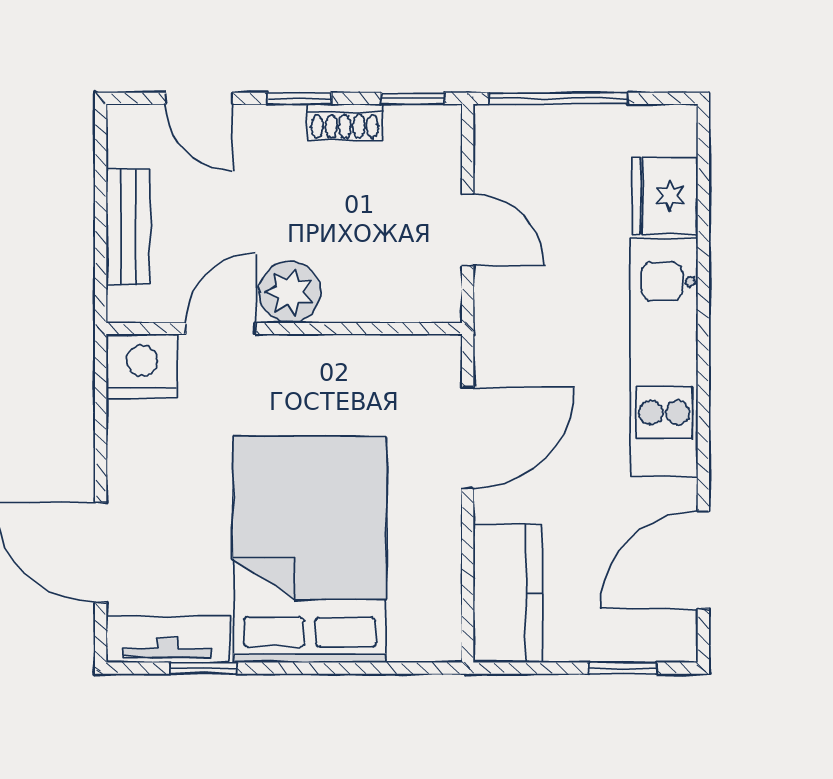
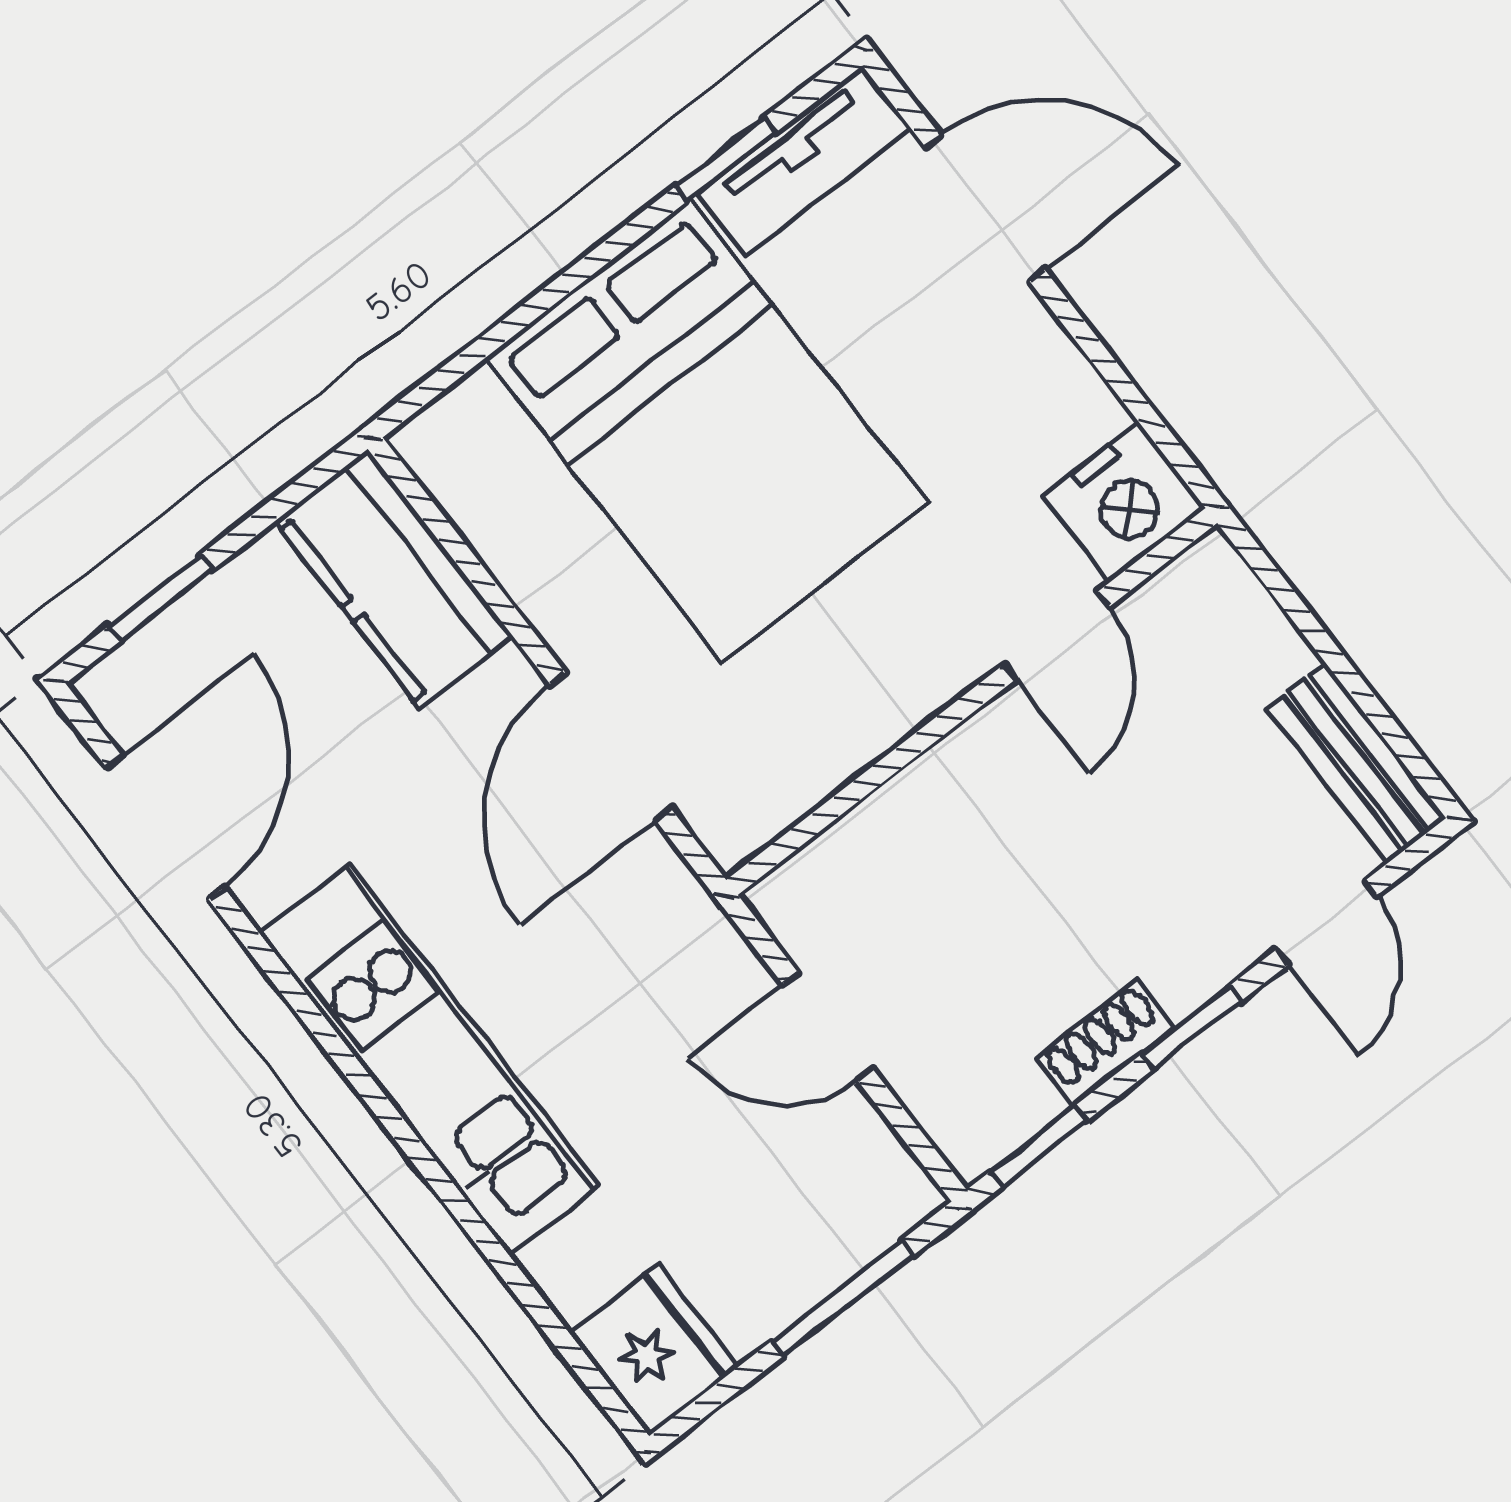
door: (199, 98) -> (1327, 923), swing flipped
window: (558, 98) -> (843, 1298), width x0.69
fridge: (665, 196) -> (654, 1350), moved
bench: (128, 226) -> (1356, 763), moved
plant: (290, 292) -> (1002, 756), removed

